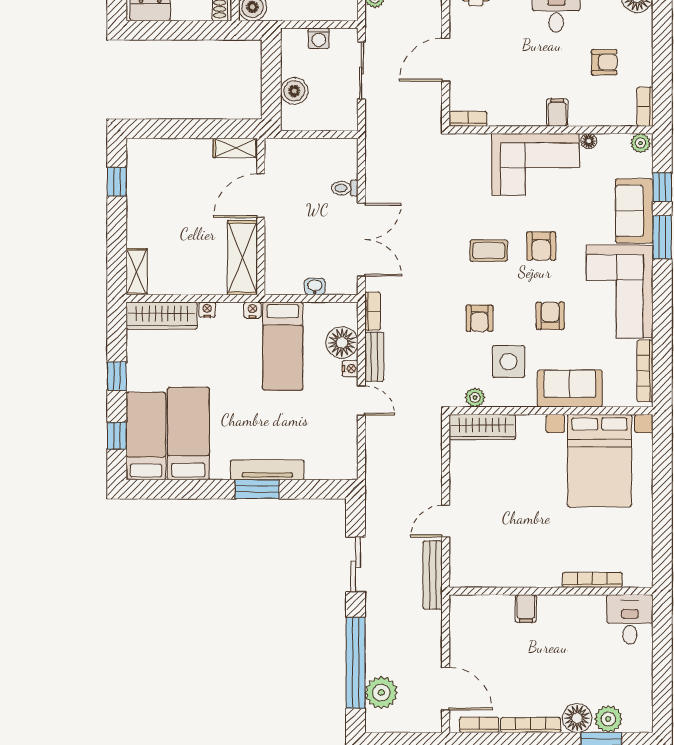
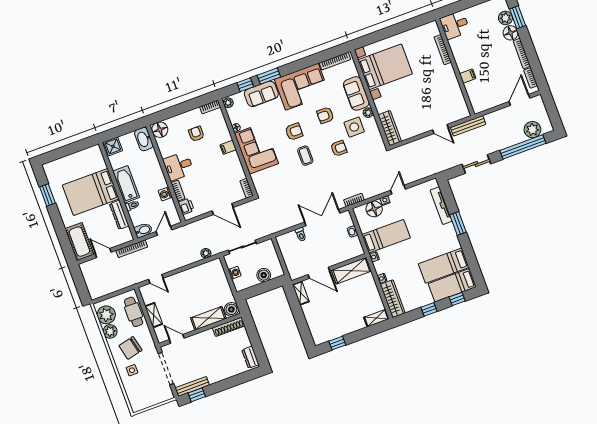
bench: (374, 357) -> (375, 191), removed
plant: (475, 398) -> (368, 113), moved
tv unit: (267, 470) -> (441, 206), moved

